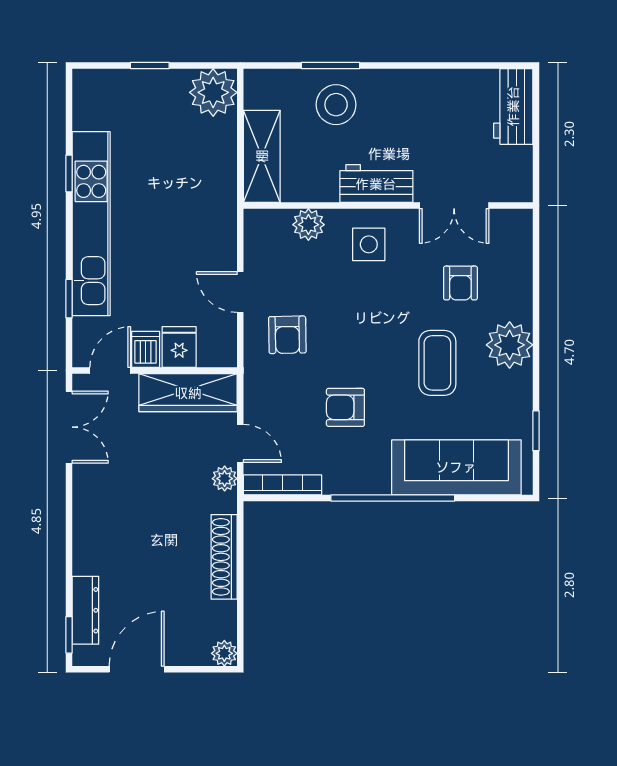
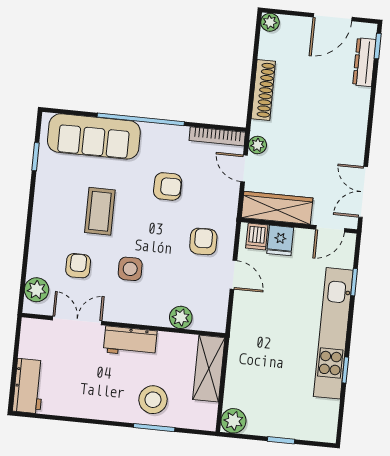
plant: (213, 92) -> (233, 421), width x0.73, depth x0.73
side table: (369, 244) -> (130, 269), moved
plant: (510, 345) -> (37, 290), moved, width x0.73, depth x0.73
dishwasher: (146, 349) -> (257, 236), moved

